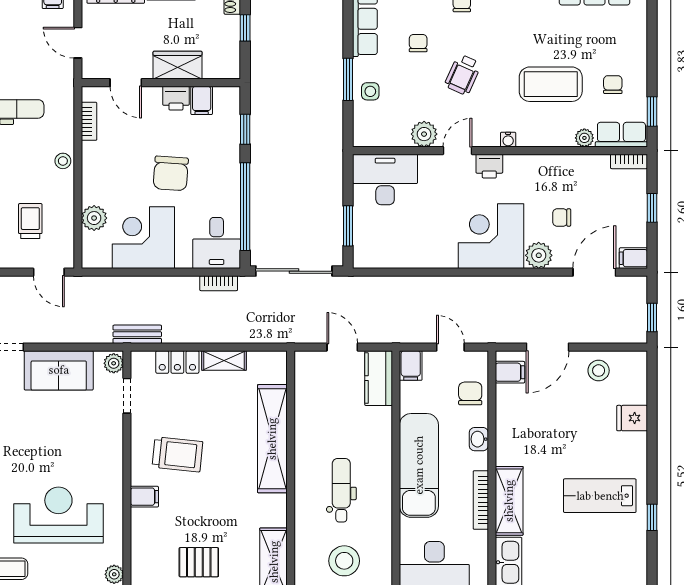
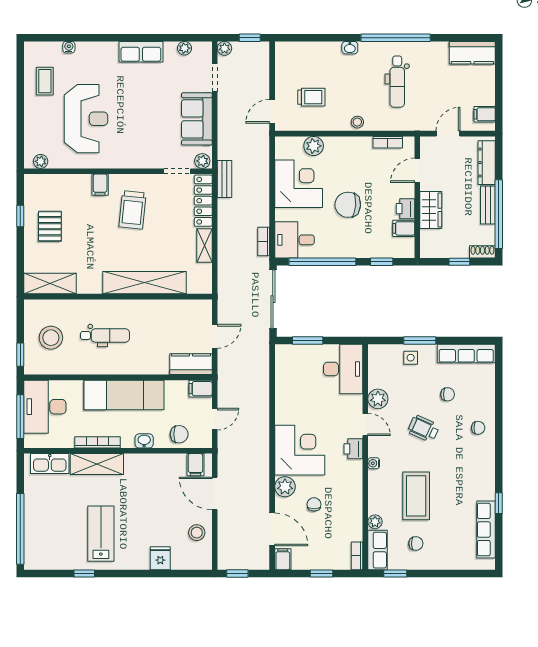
locker: (177, 362) -> (203, 201), width x1.53

